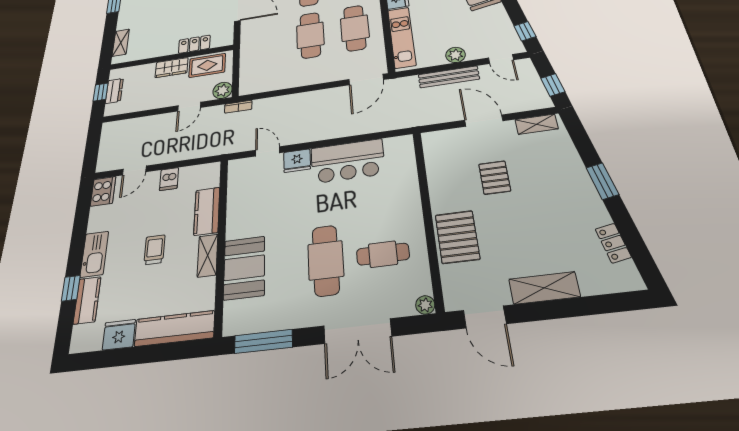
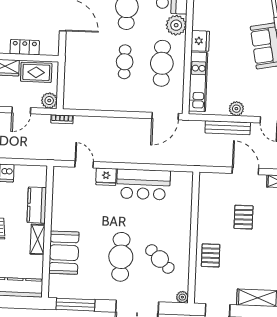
cafe table: (310, 35) -> (125, 62), width x0.73, depth x0.74
pallet: (457, 237) -> (211, 255), width x0.67, depth x0.71
cafe table: (383, 254) -> (160, 259), turned 44

